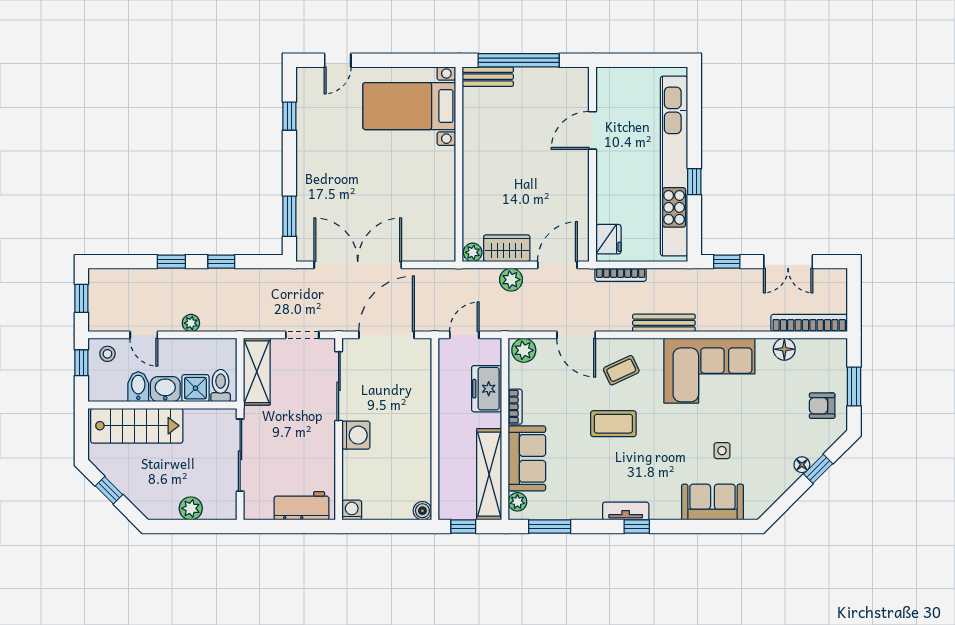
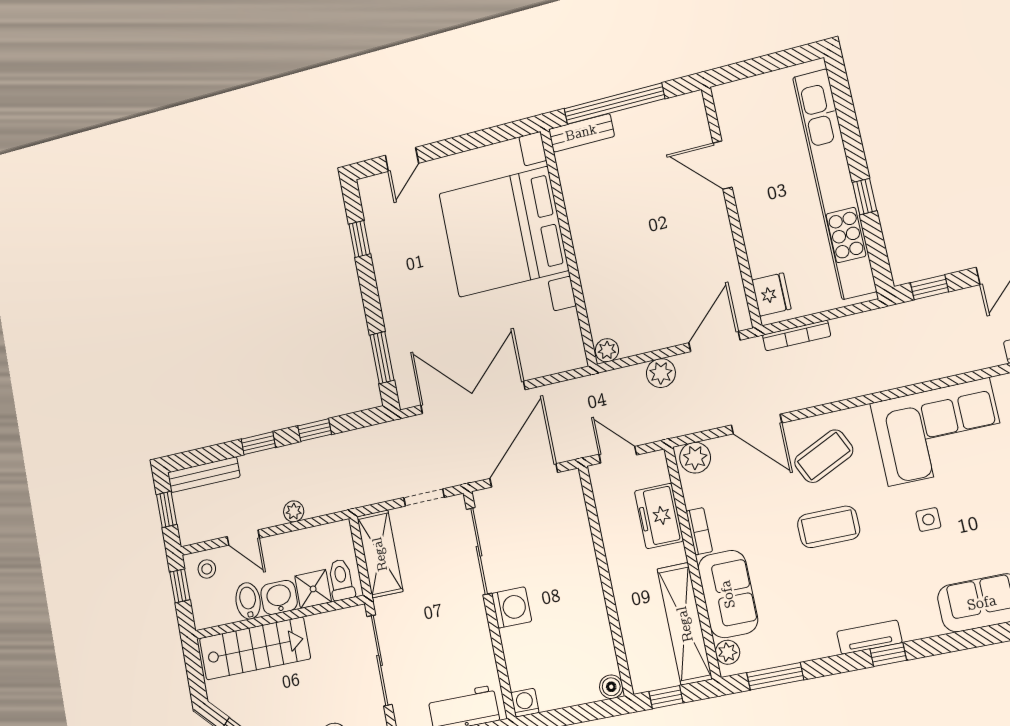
bed with nightstands: (409, 106) -> (504, 232), width x1.85
door: (592, 130) -> (722, 165), hinge flipped
wardrobe: (507, 248) -> (648, 335), removed
bench: (664, 323) -> (204, 475), moved
door: (464, 335) -> (618, 455), hinge flipped
coffee table: (621, 370) -> (824, 456), width x1.36, depth x1.30
side table: (722, 451) -> (928, 520), moved

